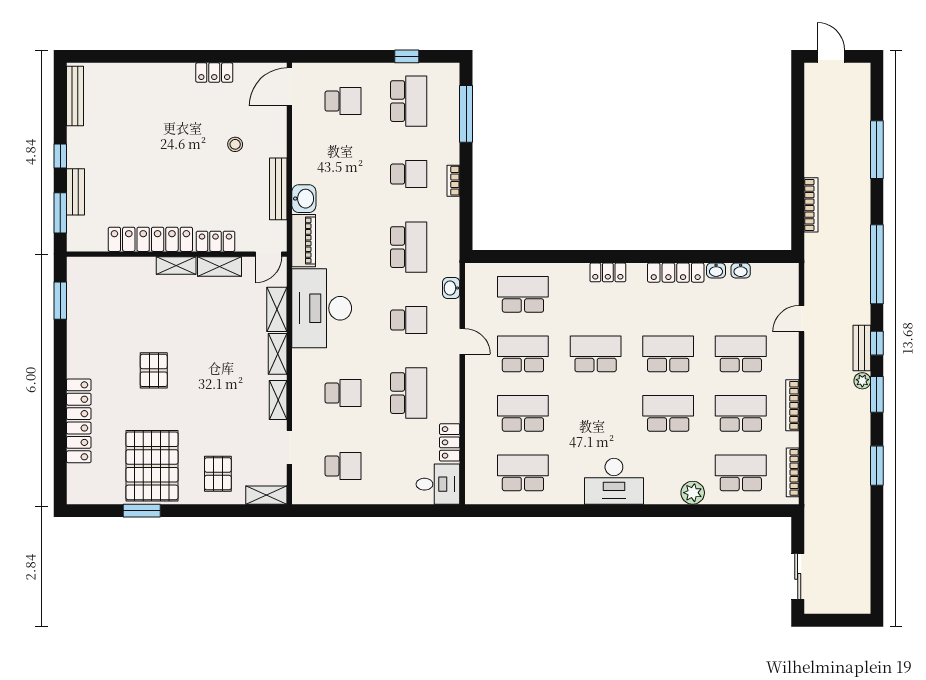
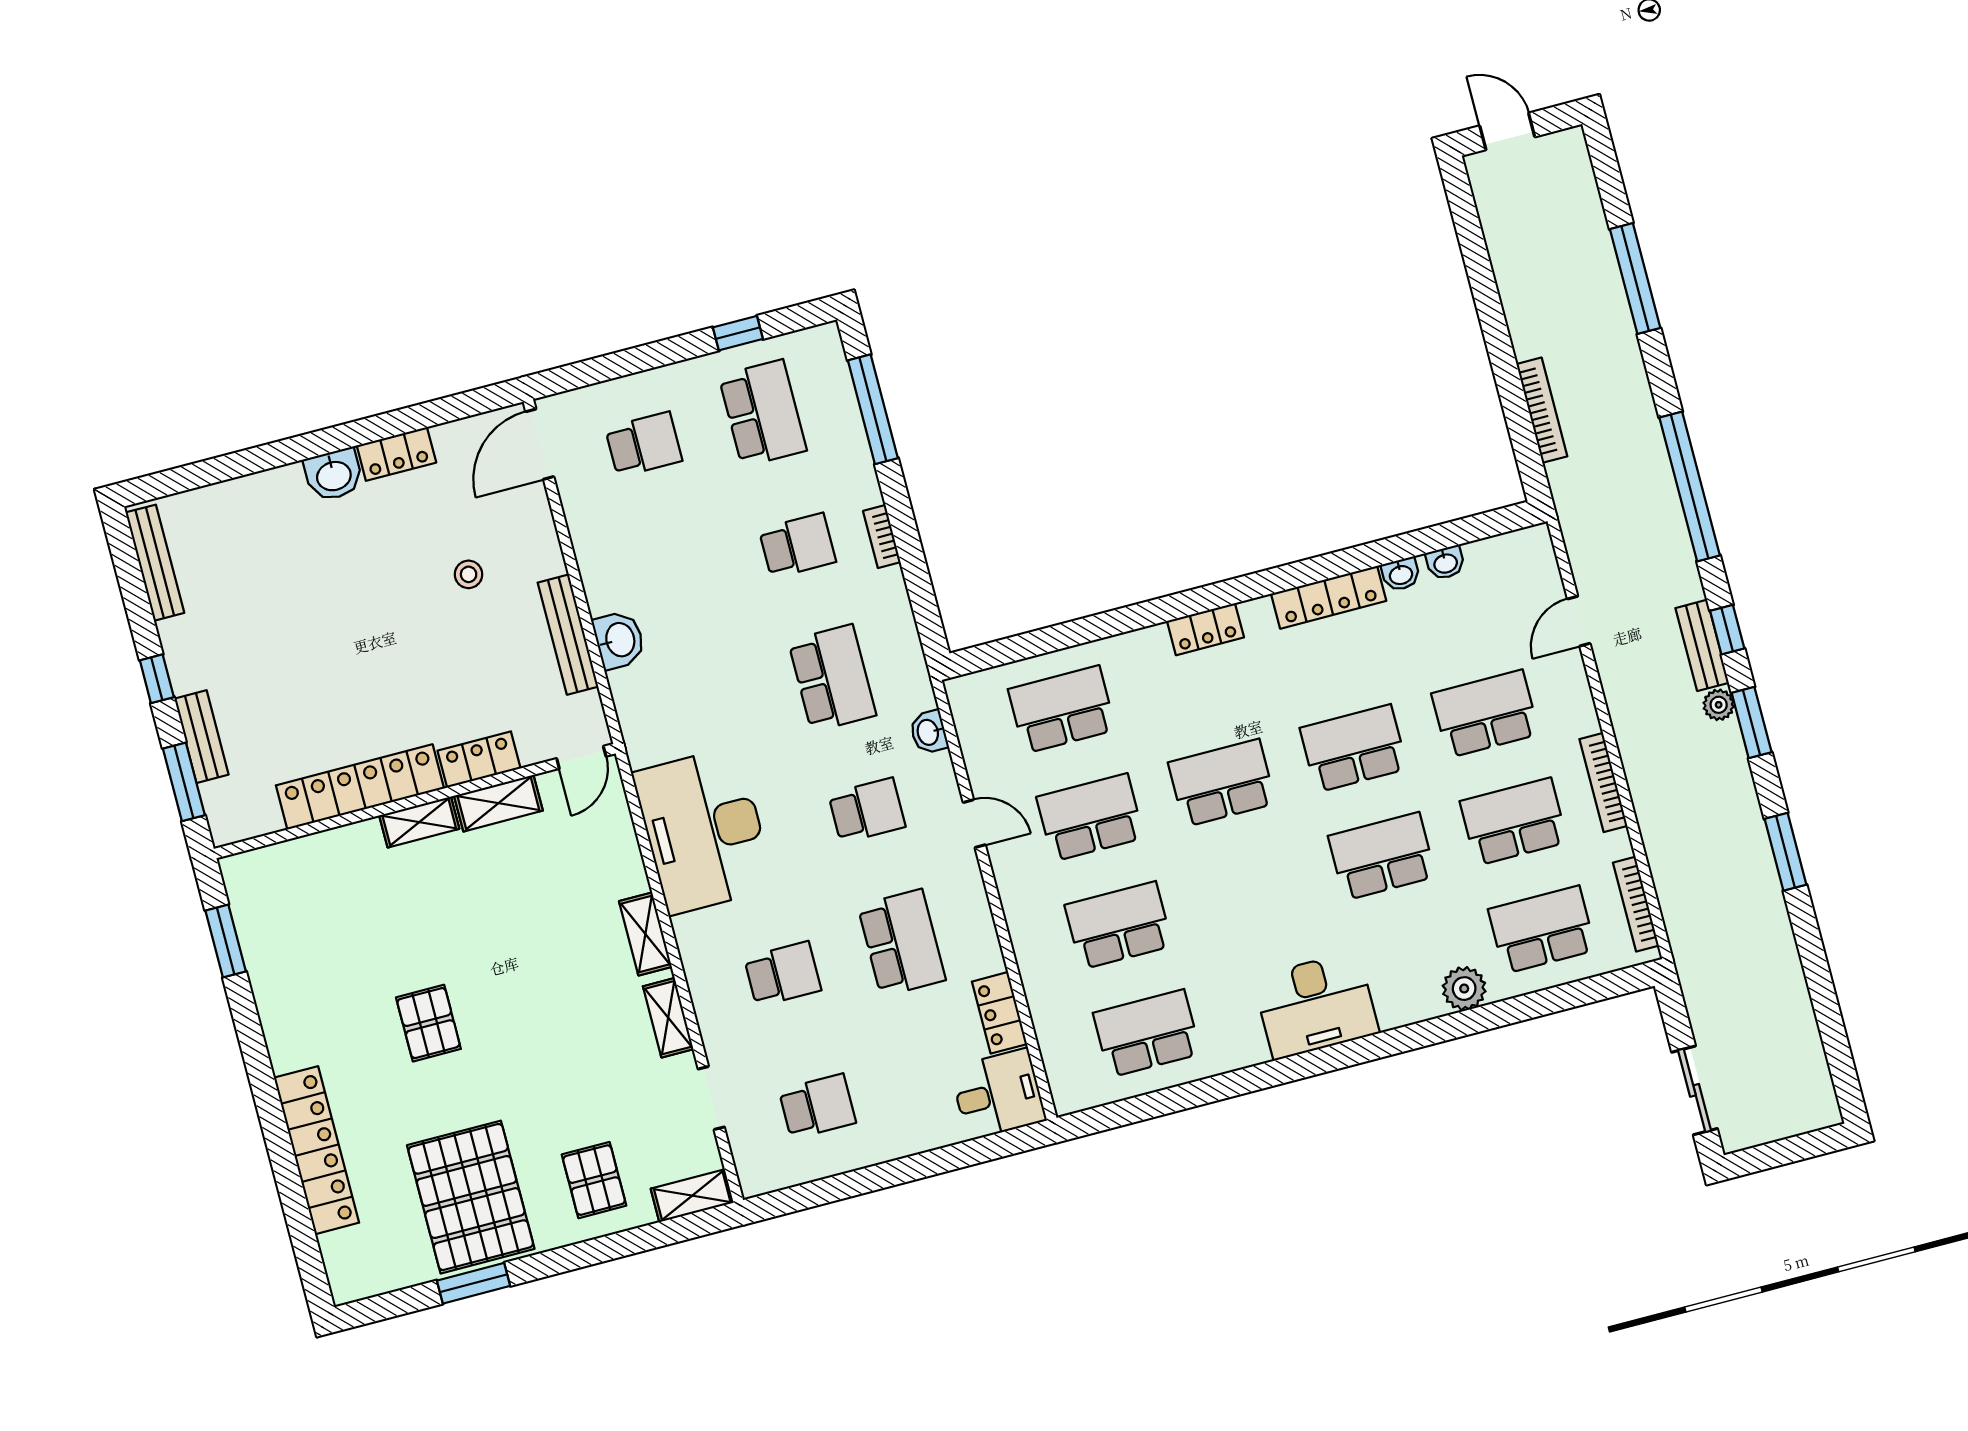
washbasin: (179, 75) -> (334, 475), added
piano: (304, 241) -> (639, 716), removed
shelving: (277, 309) -> (623, 854), removed

